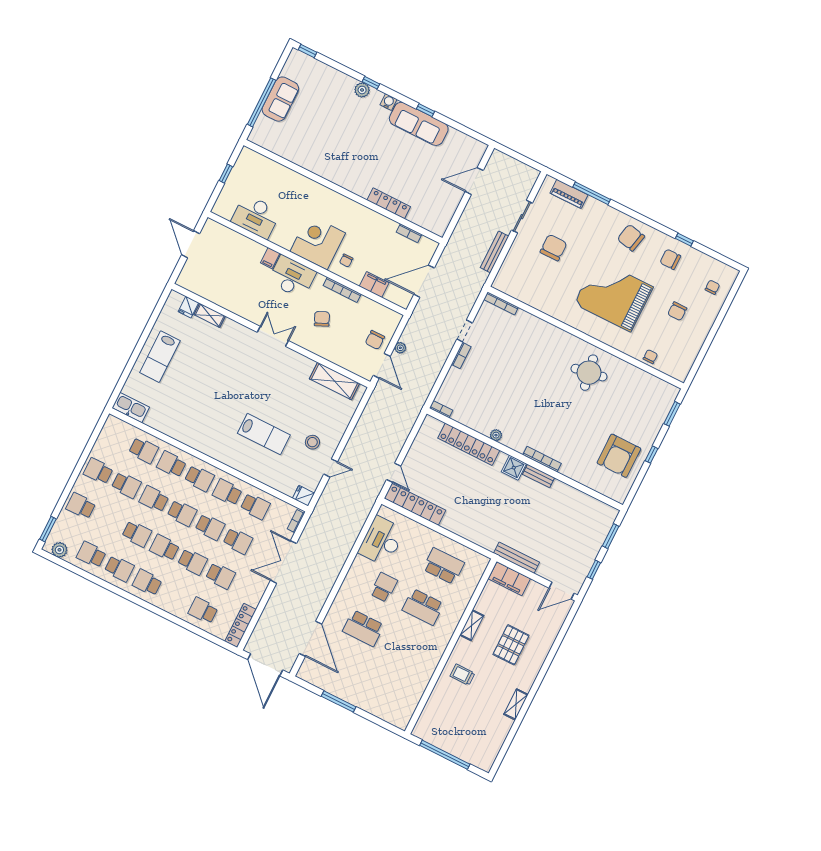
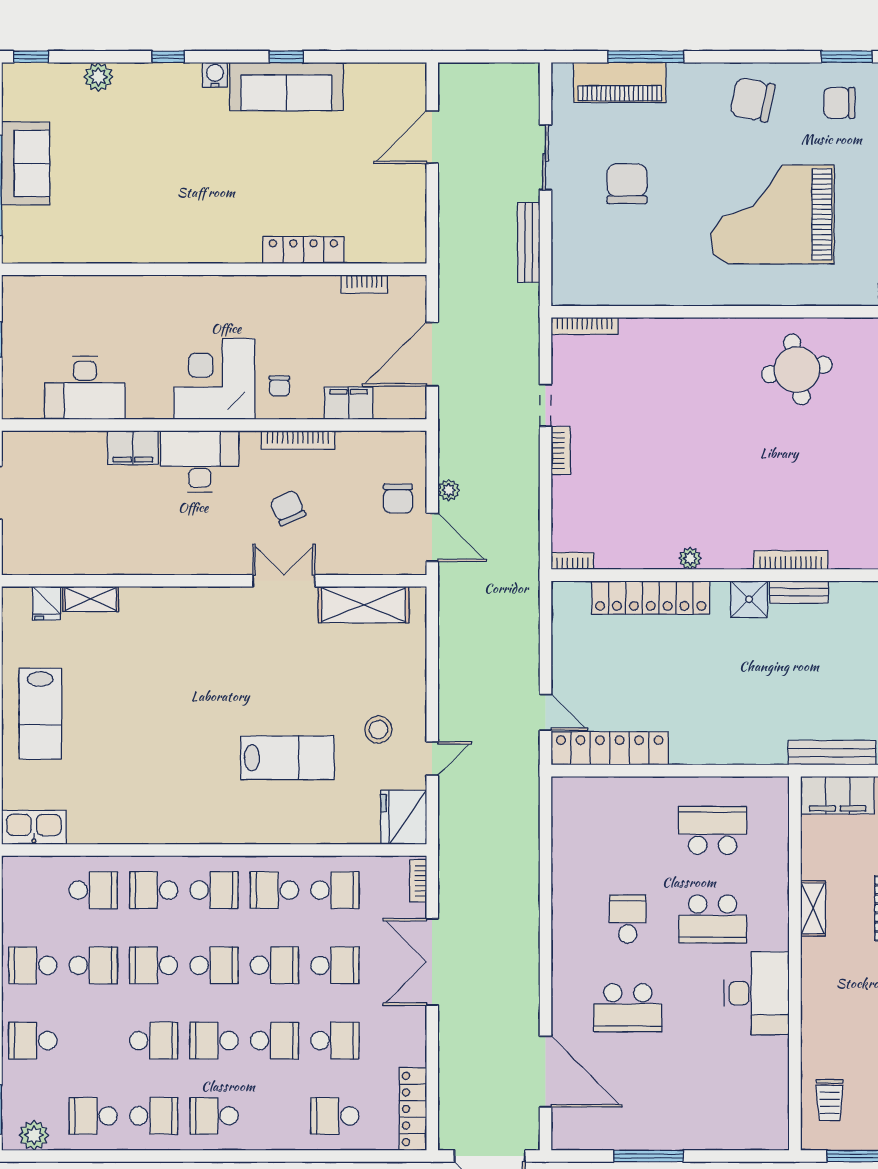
plant: (362, 90) -> (98, 77), moved
piano: (569, 194) -> (620, 82), width x1.37, depth x1.33
window: (684, 240) -> (847, 57), width x1.50
filing cabinet: (270, 258) -> (133, 448), width x2.00
double door: (273, 336) -> (284, 581), moved
fridge: (304, 496) -> (404, 817), width x1.88, depth x1.34
desk: (382, 541) -> (757, 993), moved, turned 180
trolley: (463, 675) -> (830, 1100), moved, turned -90

